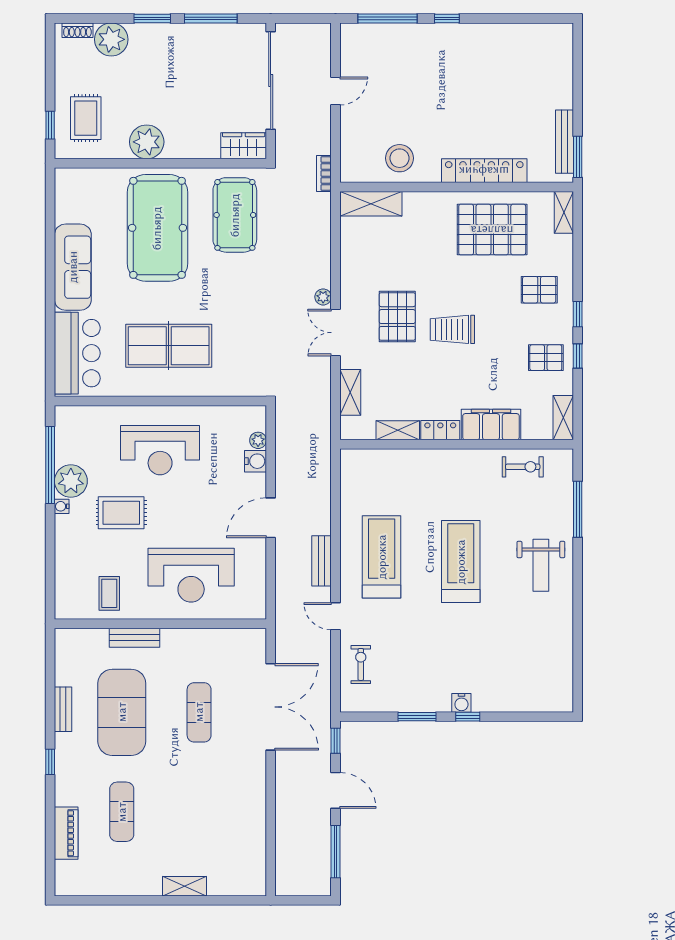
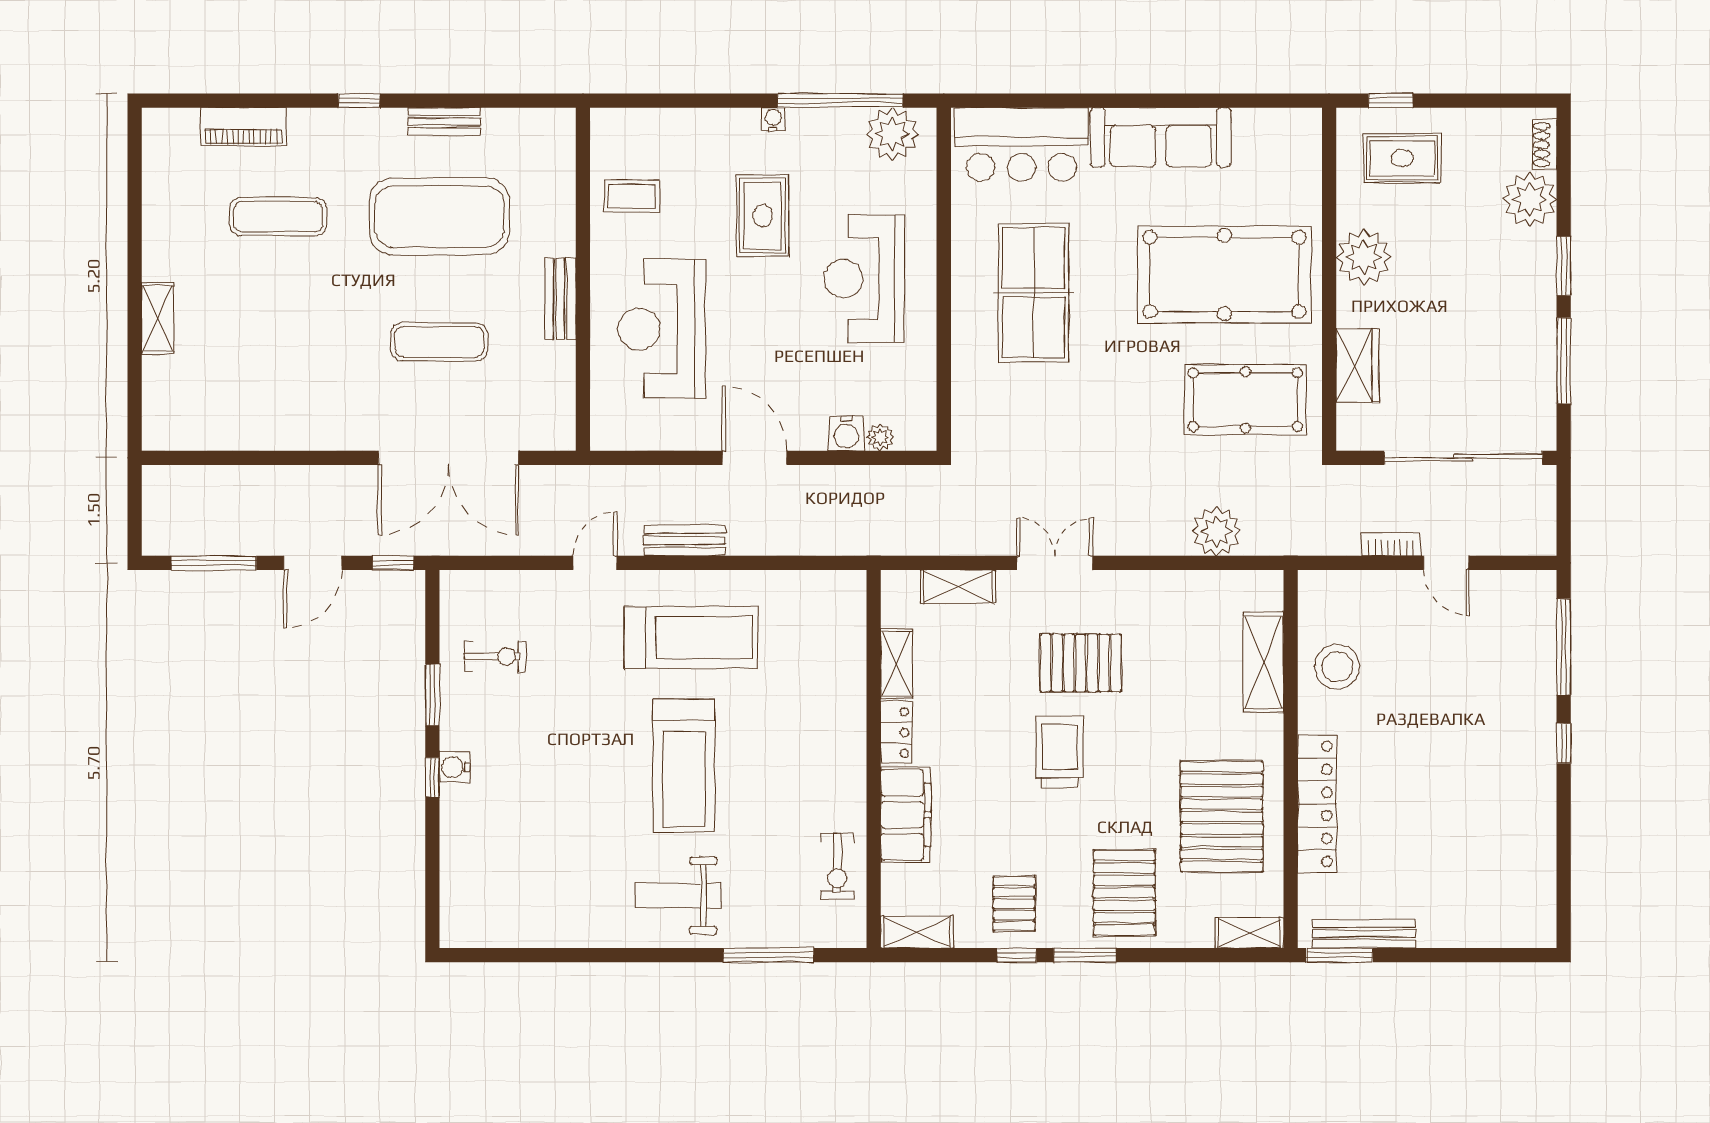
wardrobe: (244, 146) -> (1357, 365), moved
bookcase: (324, 173) -> (1391, 544), moved
shelving: (371, 204) -> (1263, 662), moved
pallet: (539, 290) -> (1124, 893), width x1.50, depth x1.42
plant: (323, 297) -> (1216, 531), moved, width x1.87, depth x1.87
window: (578, 314) -> (1085, 955), width x1.50
plant: (71, 481) -> (892, 134), moved
treadmill: (461, 562) -> (684, 766), turned 90
bench: (134, 638) -> (560, 299), moved
exercise bike: (361, 664) -> (495, 657), moved

